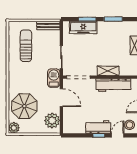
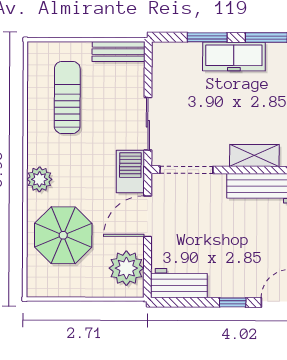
freezer: (83, 27) -> (234, 56), moved
door: (61, 98) -> (148, 216), swing flipped
workbench: (98, 127) -> (179, 283), moved
plant: (14, 128) -> (39, 179), moved

